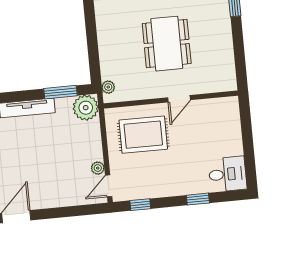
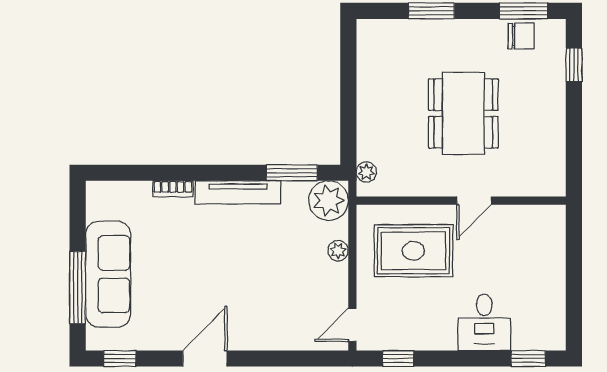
plant: (98, 168) -> (338, 251), moved
desk: (227, 174) -> (484, 322), moved, turned 90
window: (198, 199) -> (528, 359), moved

